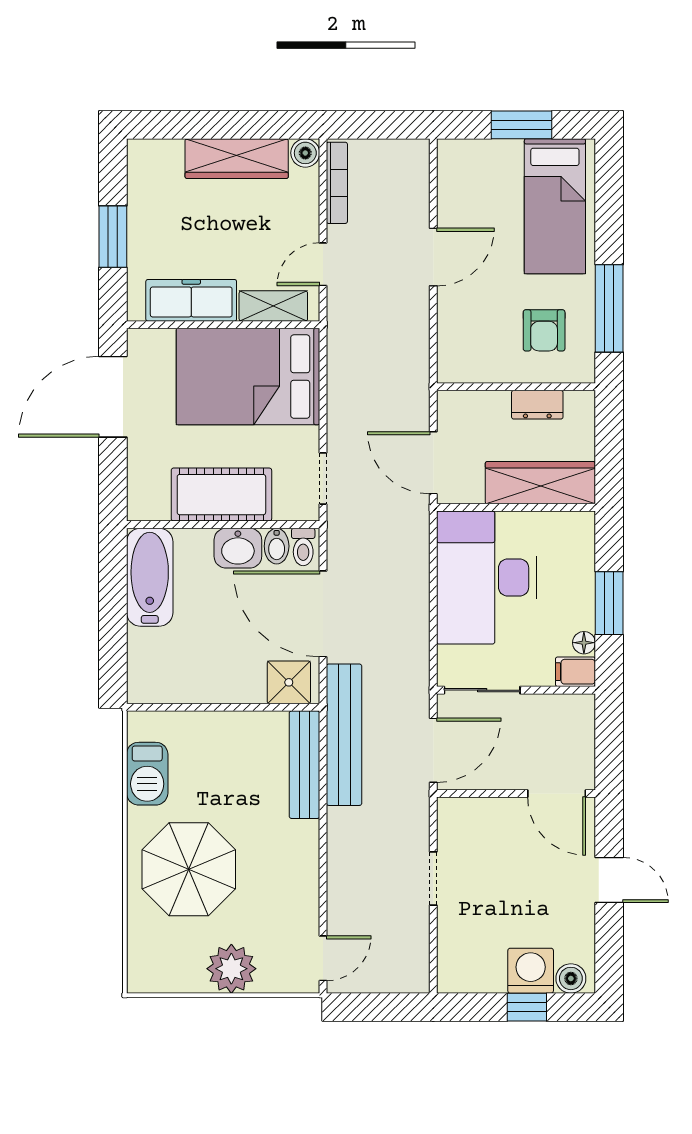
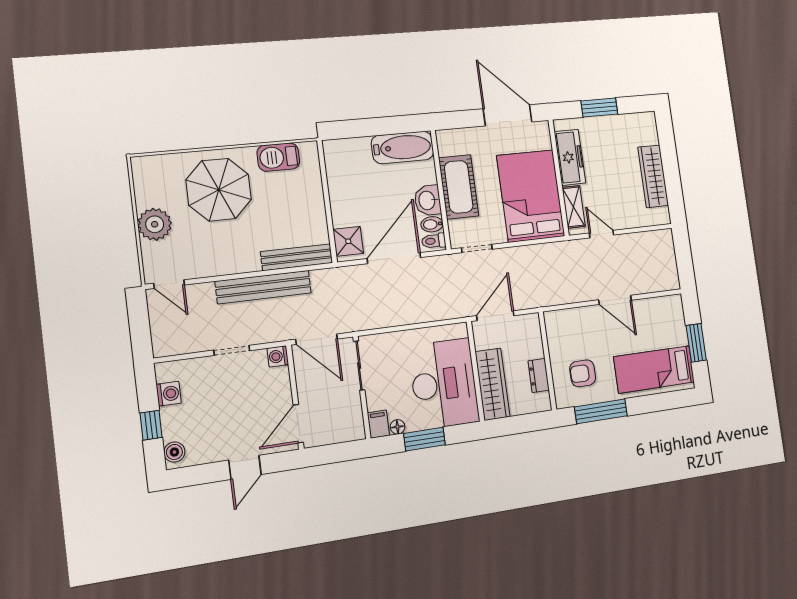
boiler: (305, 153) -> (662, 216), removed
bookcase: (337, 183) -> (648, 237), removed
desk: (487, 578) -> (444, 384), moved, turned 90
bench: (344, 735) -> (263, 287), moved
washing machine: (451, 812) -> (278, 356), added
washing machine: (531, 971) -> (169, 394), moved, width x0.73, depth x0.73

